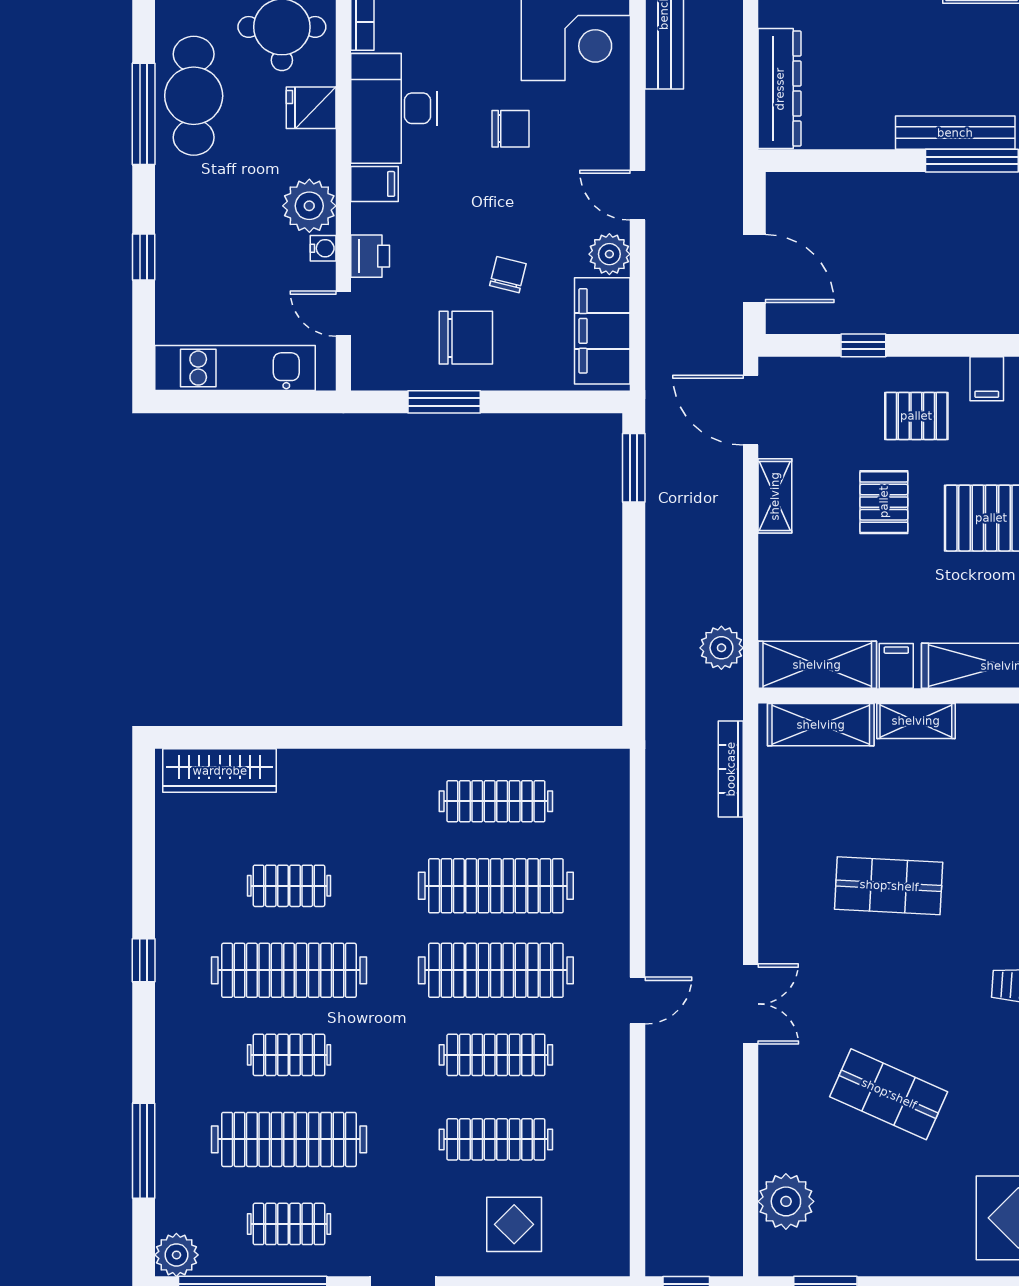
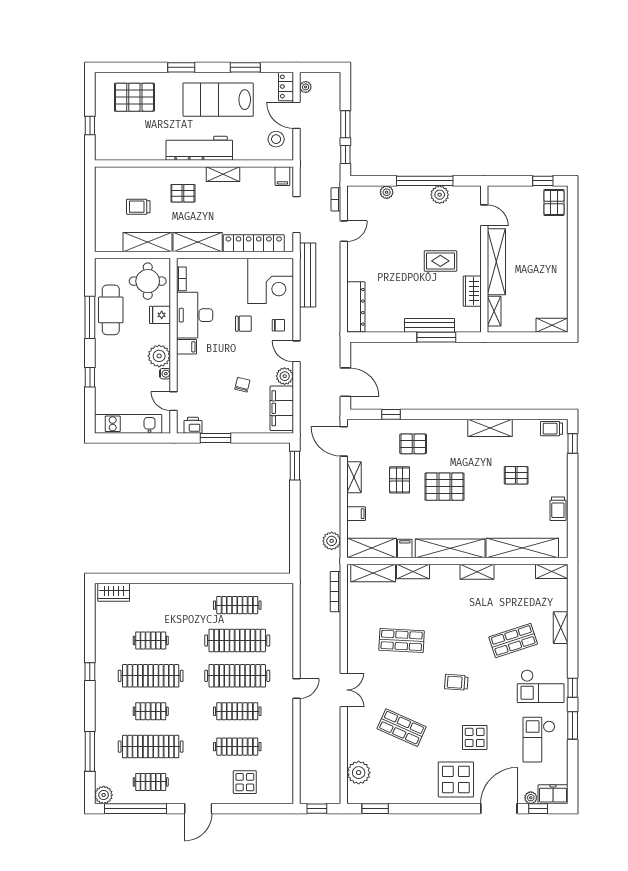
printer: (370, 256) -> (193, 425), moved, turned -90
chair: (466, 338) -> (278, 325), moved, width x0.54, depth x0.54
filing cabinet: (987, 379) -> (356, 514), moved, turned -90
wardrobe: (220, 771) -> (114, 592), width x0.67

